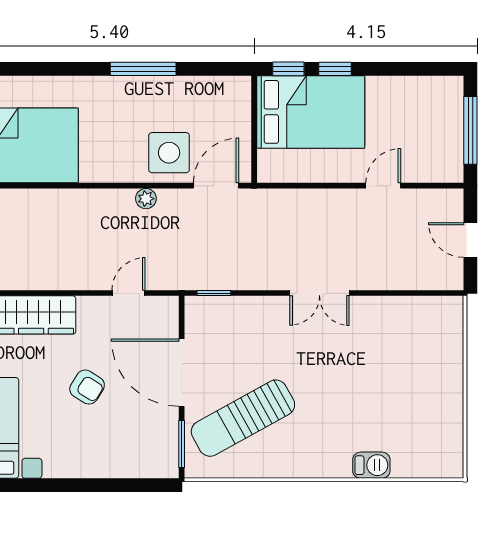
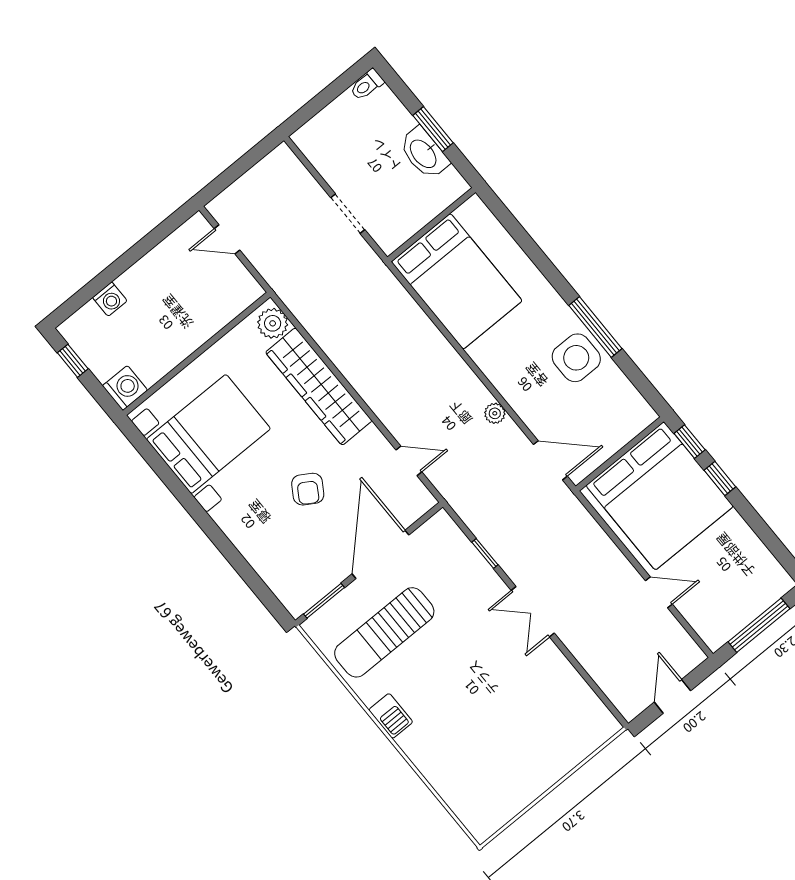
bed: (311, 112) -> (660, 496), width x1.36
side table: (169, 153) -> (576, 358), moved
window: (214, 293) -> (485, 553), moved
sun lounger: (243, 418) -> (384, 632), turned -61
barbecue: (371, 465) -> (391, 716), moved

